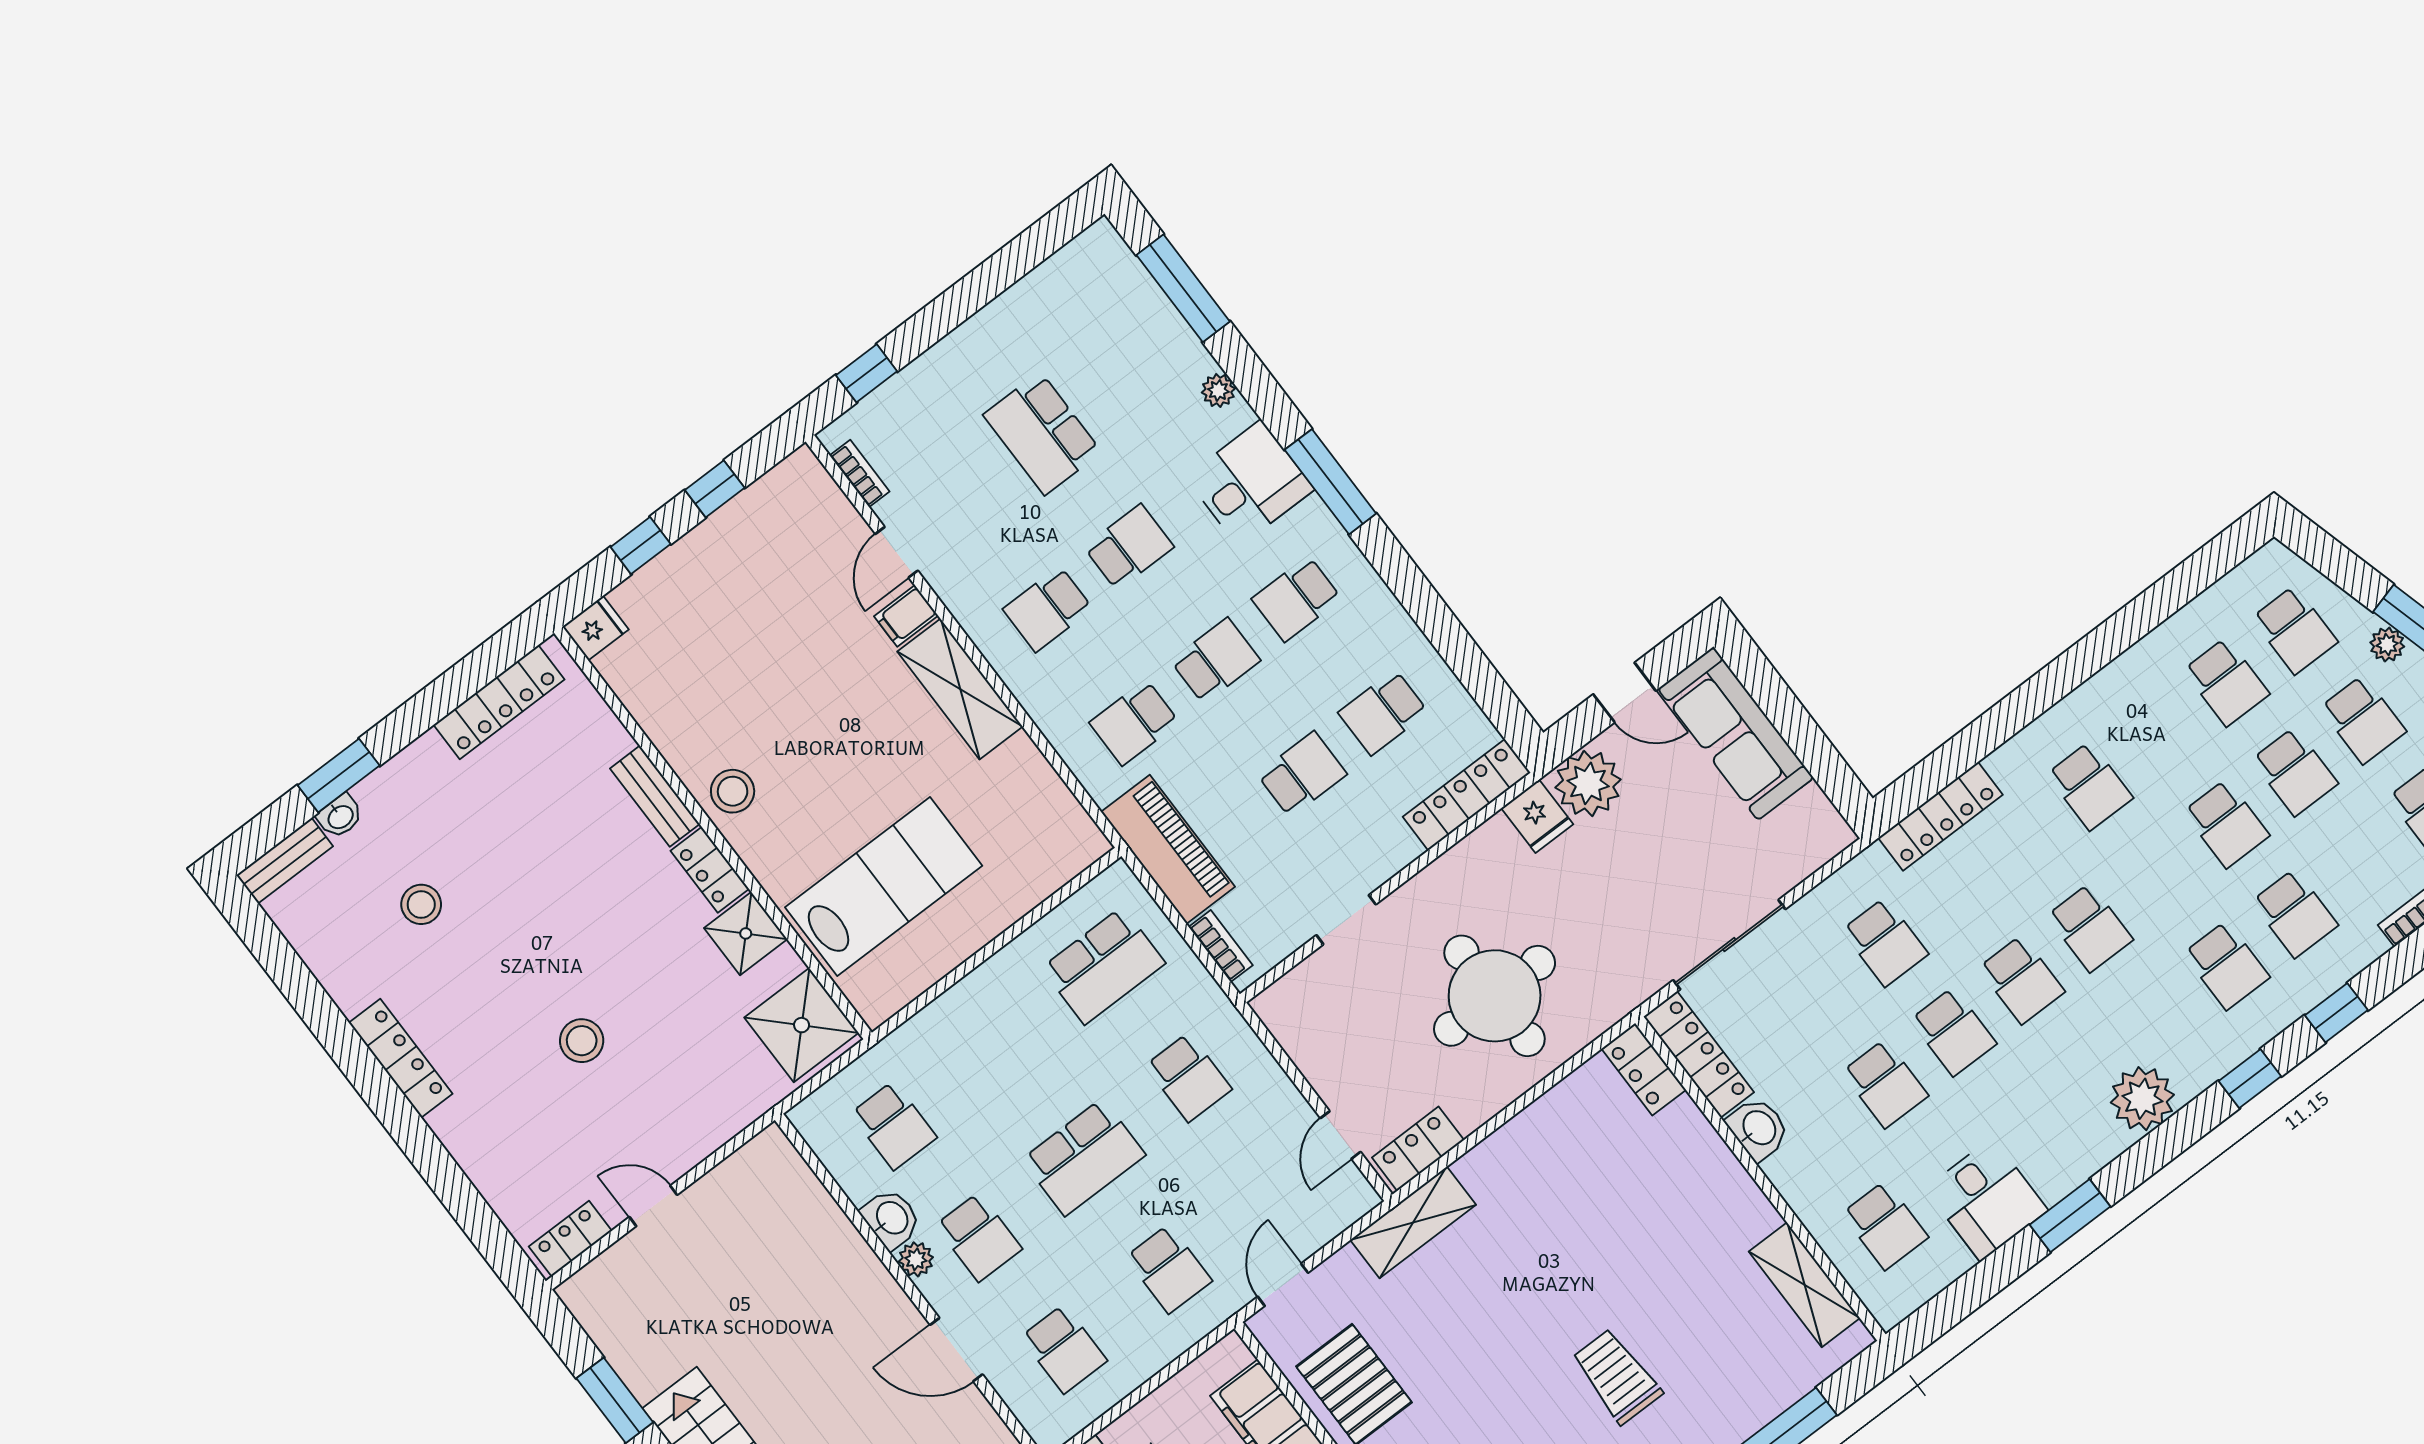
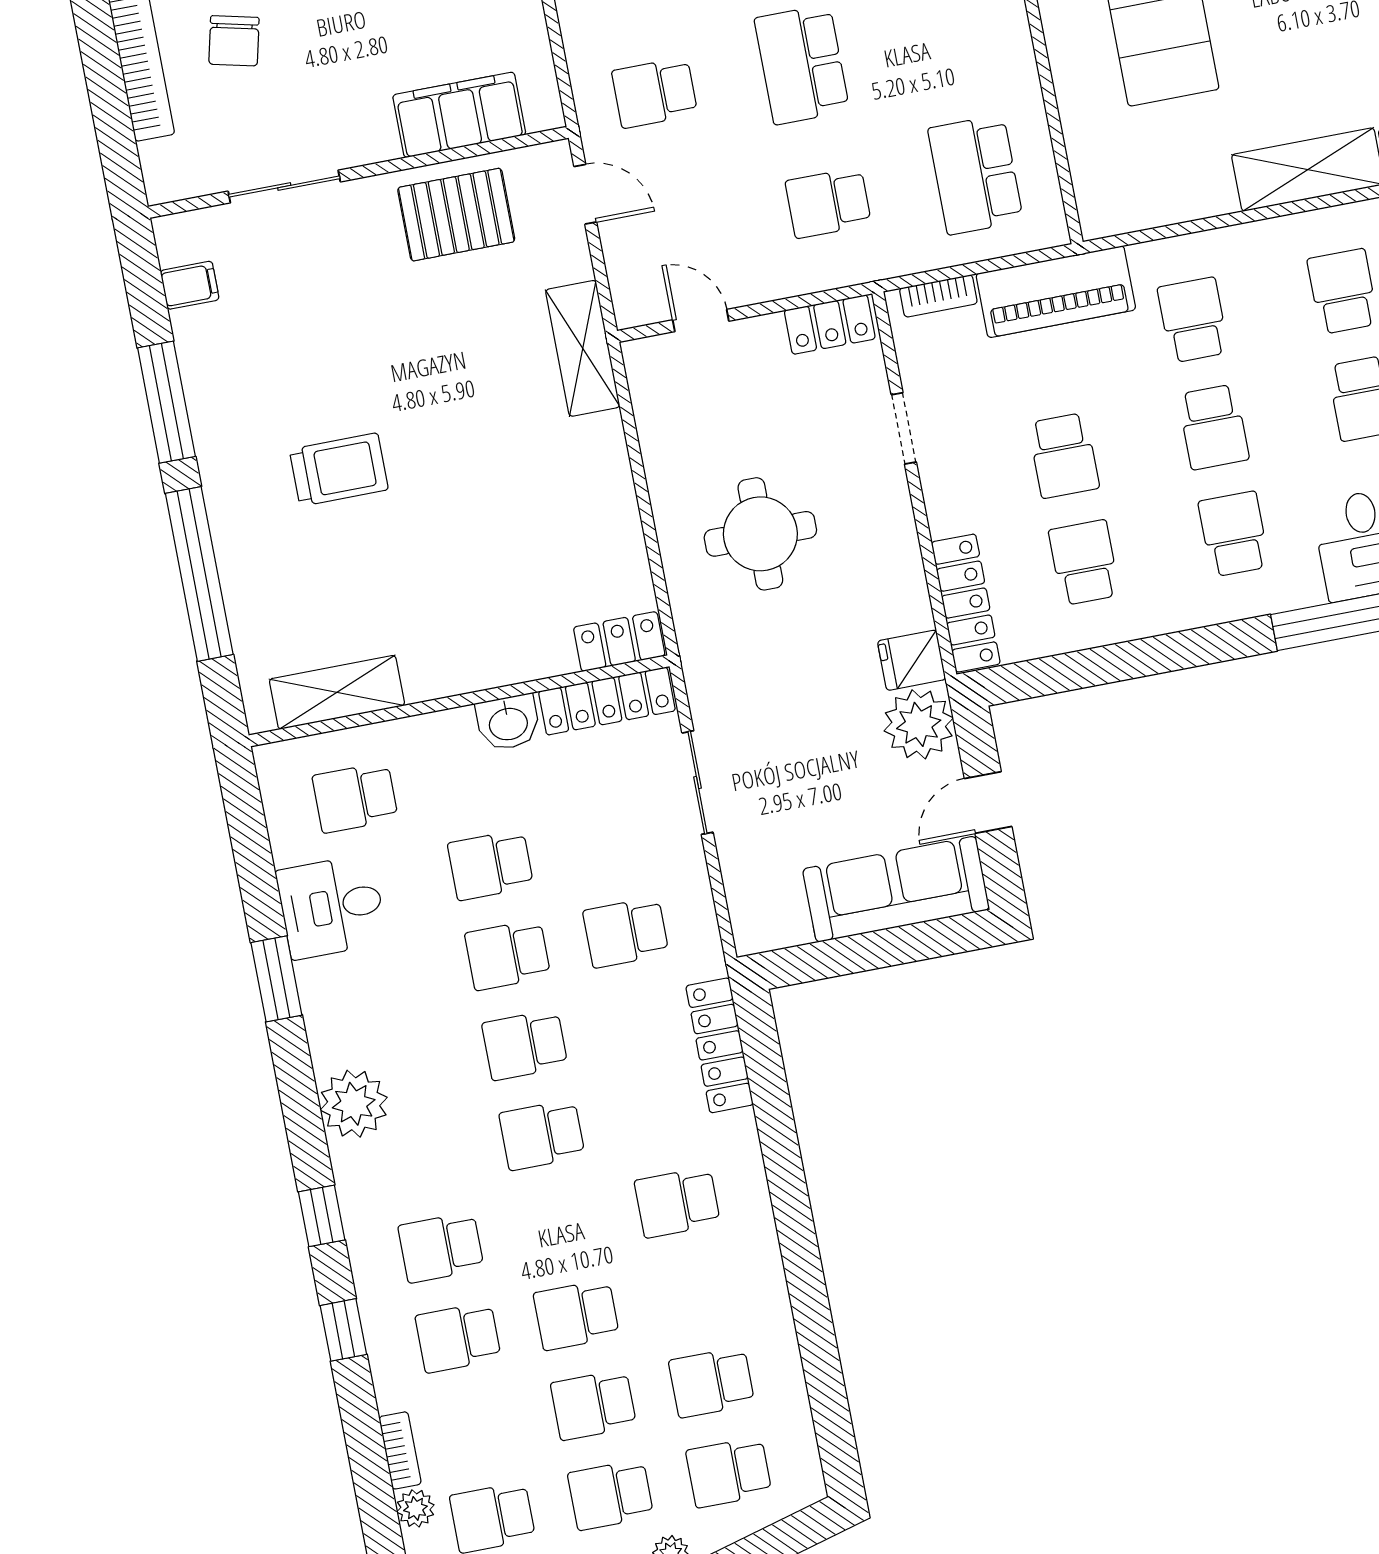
sliding door: (1729, 945) -> (698, 783), width x0.73
round table: (1495, 996) -> (760, 534), width x0.73, depth x0.73
locker: (1418, 1149) -> (830, 325), moved, turned 90

